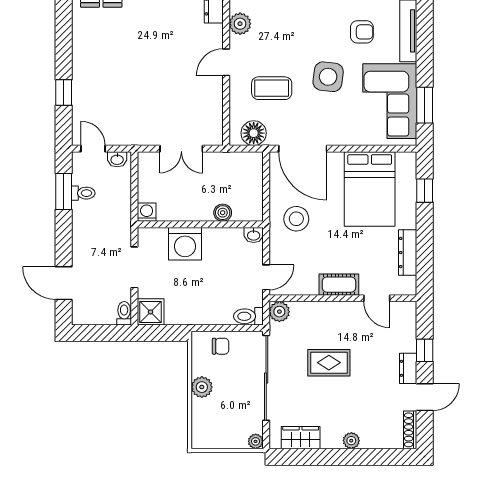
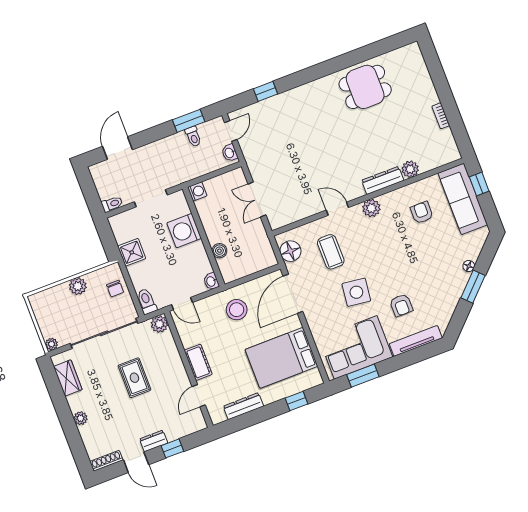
shower: (151, 312) -> (132, 252), moved

